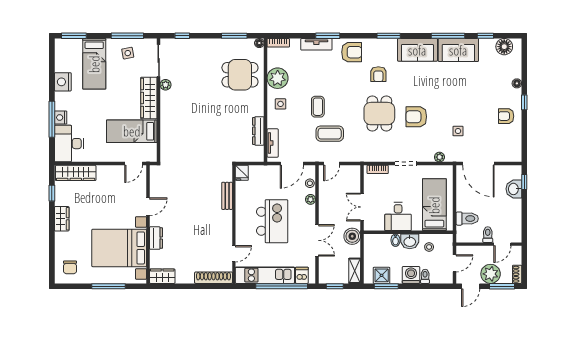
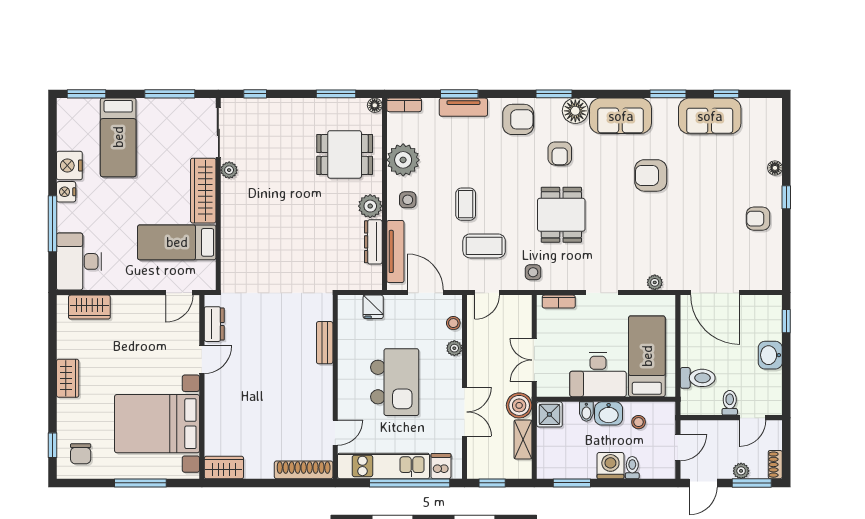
window: (328, 36) -> (459, 94), moved
window: (389, 36) -> (554, 94), moved
window: (448, 36) -> (668, 94), width x0.69
floor lamp: (504, 47) -> (575, 111), moved
sofa: (458, 50) -> (710, 116), moved
side table: (128, 53) -> (170, 121), removed
plant: (256, 108) -> (370, 206), added
armchair: (416, 117) -> (651, 175), moved
nightstand: (61, 118) -> (66, 192), moved
side table: (458, 131) -> (533, 272), moved
tv unit: (273, 143) -> (395, 251), width x1.41
door: (292, 164) -> (425, 293), swing flipped
wardrobe: (76, 173) -> (89, 307), width x0.67
fridge: (242, 173) -> (373, 307), moved
washbasin: (514, 189) -> (770, 355), moved
window: (52, 193) -> (52, 445), moved
desk: (398, 216) -> (598, 375), width x1.37
dresser: (156, 238) -> (214, 324), moved
shelving: (355, 271) -> (523, 439), moved
plant: (491, 274) -> (741, 471), width x0.53, depth x0.53
shower: (382, 275) -> (549, 414), moved

